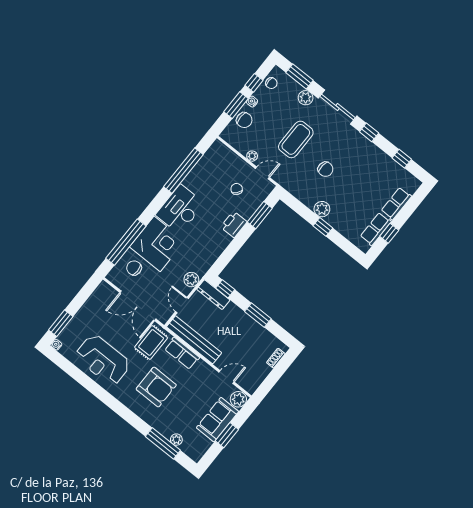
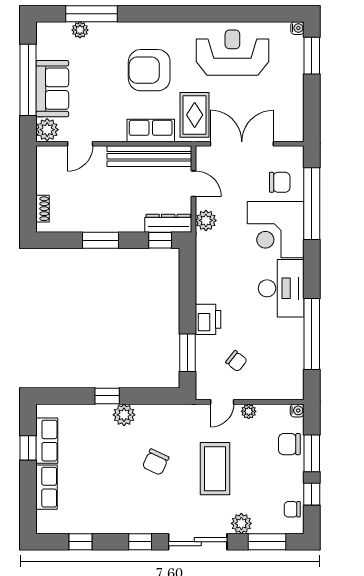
water cooler: (252, 102) -> (297, 410), moved
chair: (325, 169) -> (156, 462), turned -70
window: (227, 435) -> (28, 80), width x2.11

